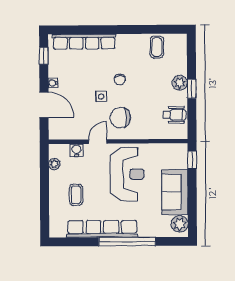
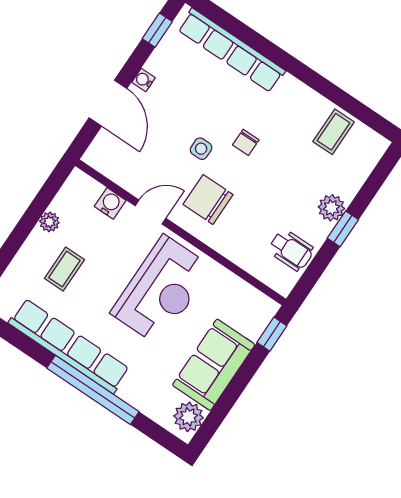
plant: (54, 164) -> (49, 222), moved

